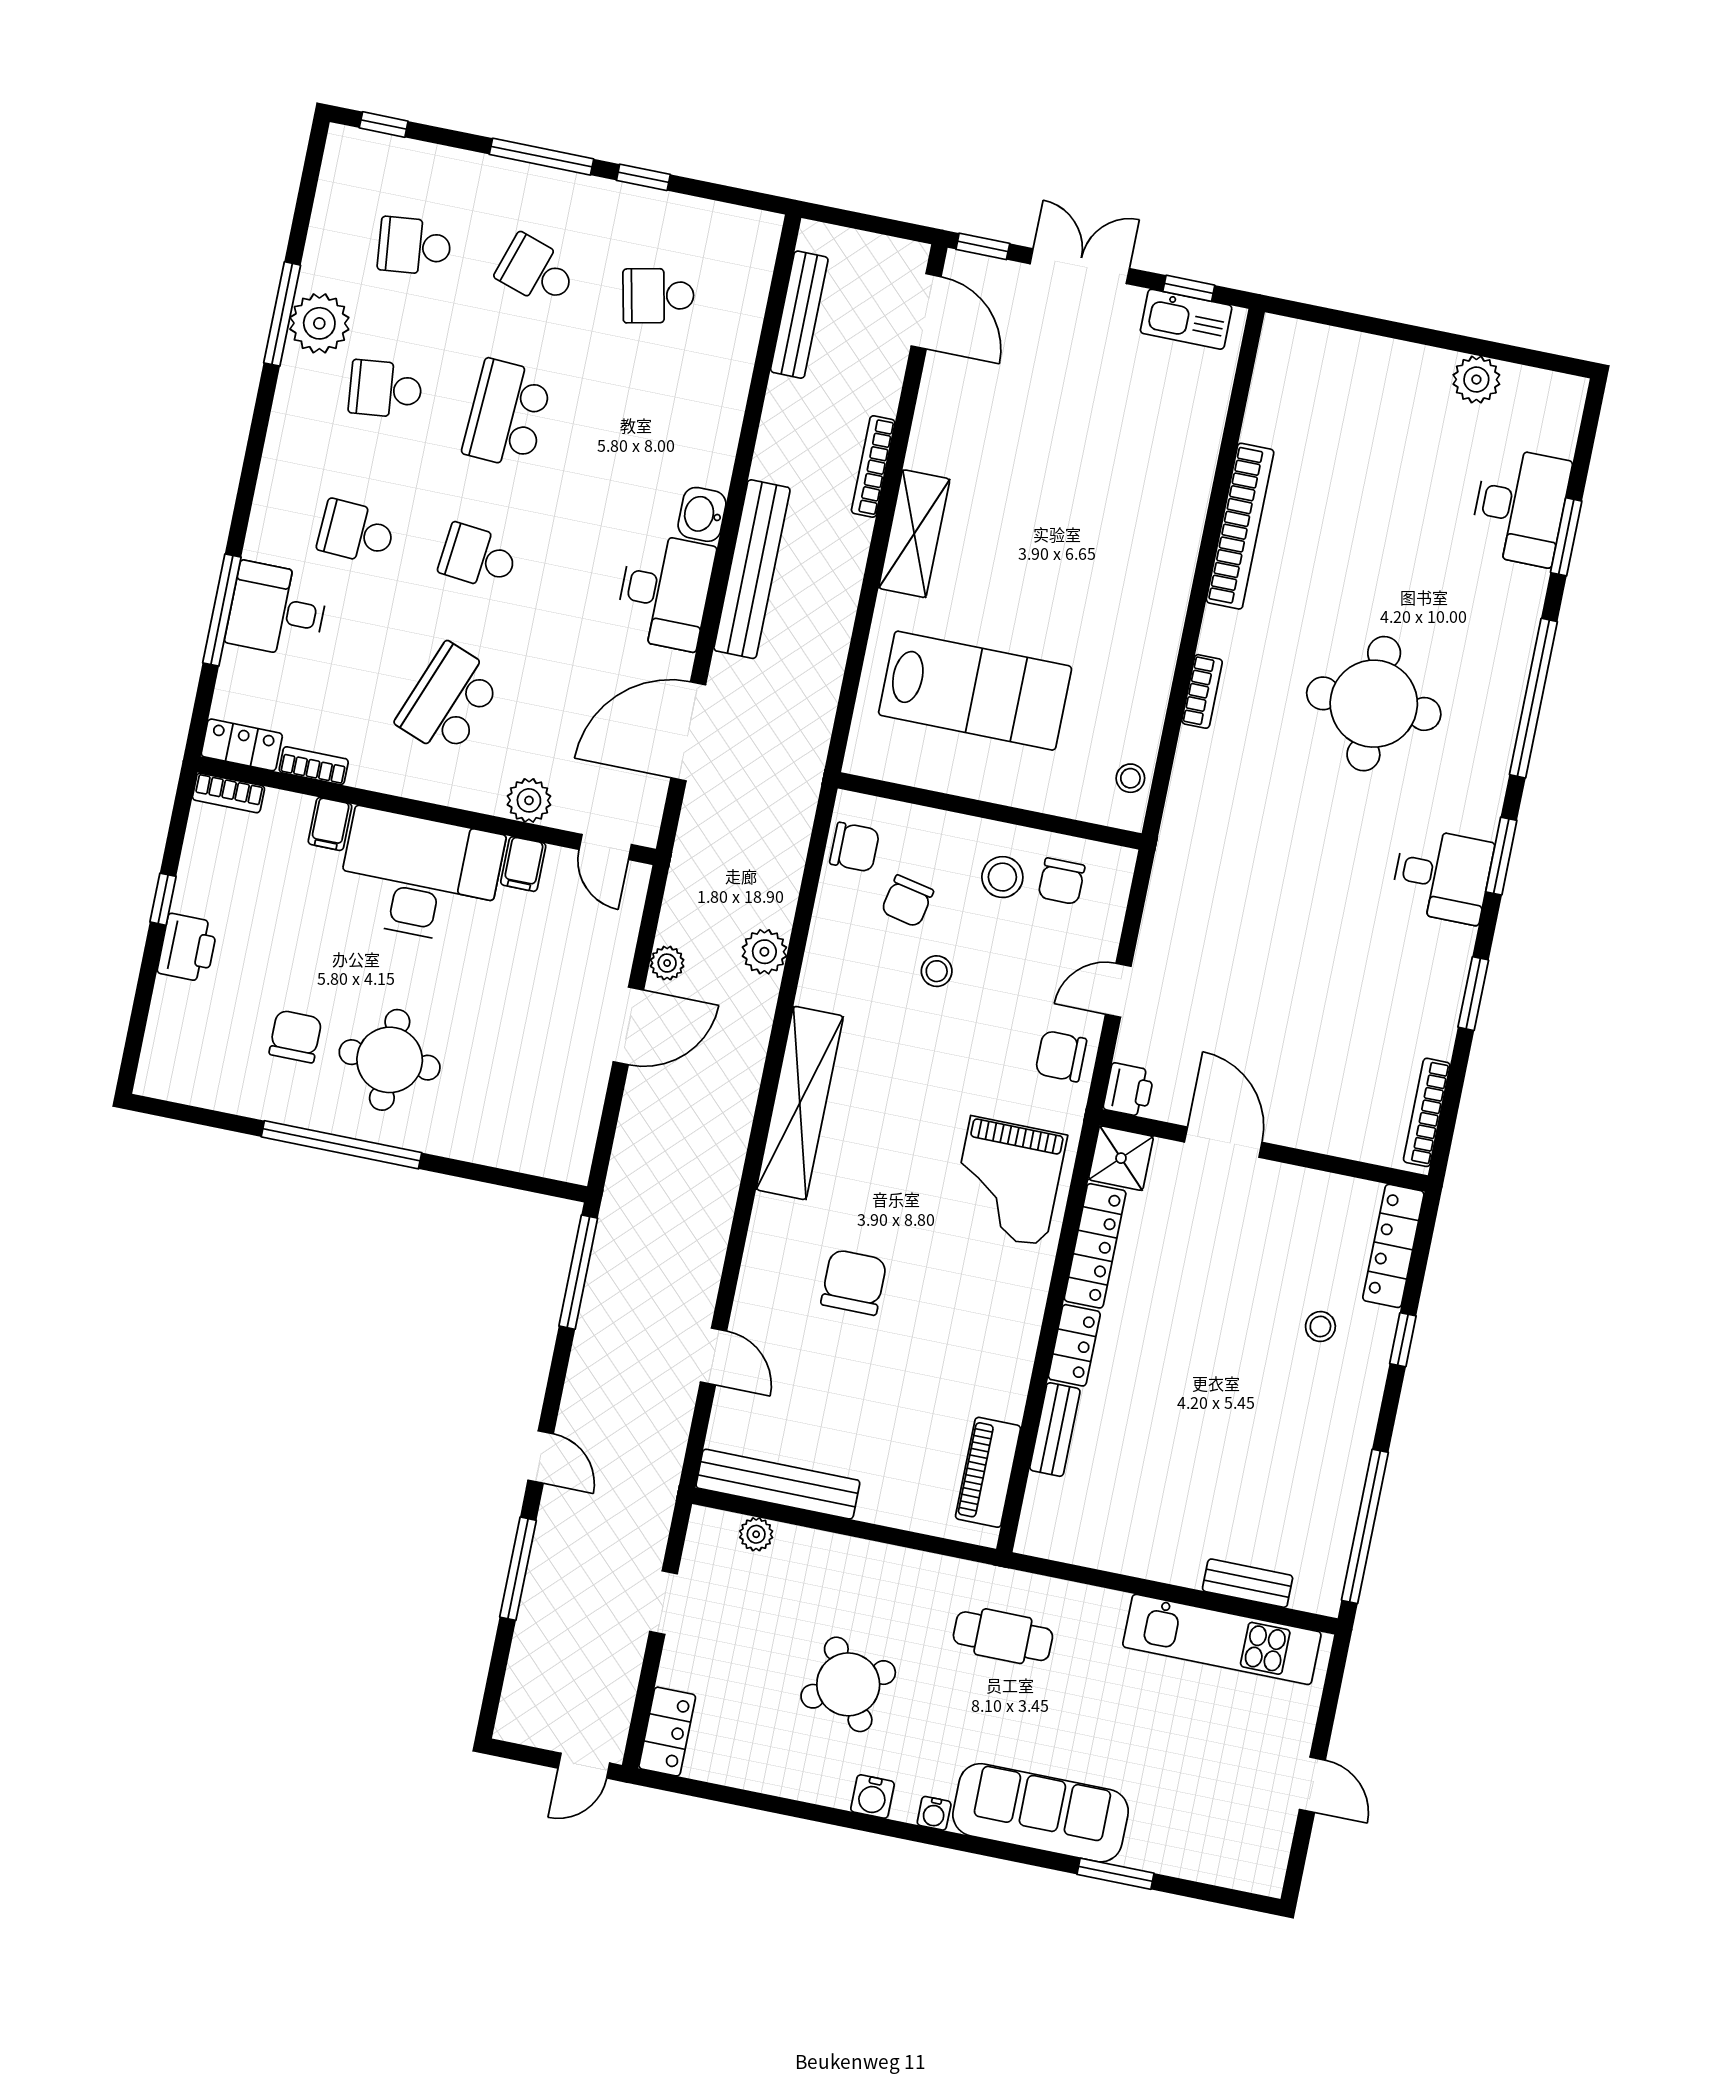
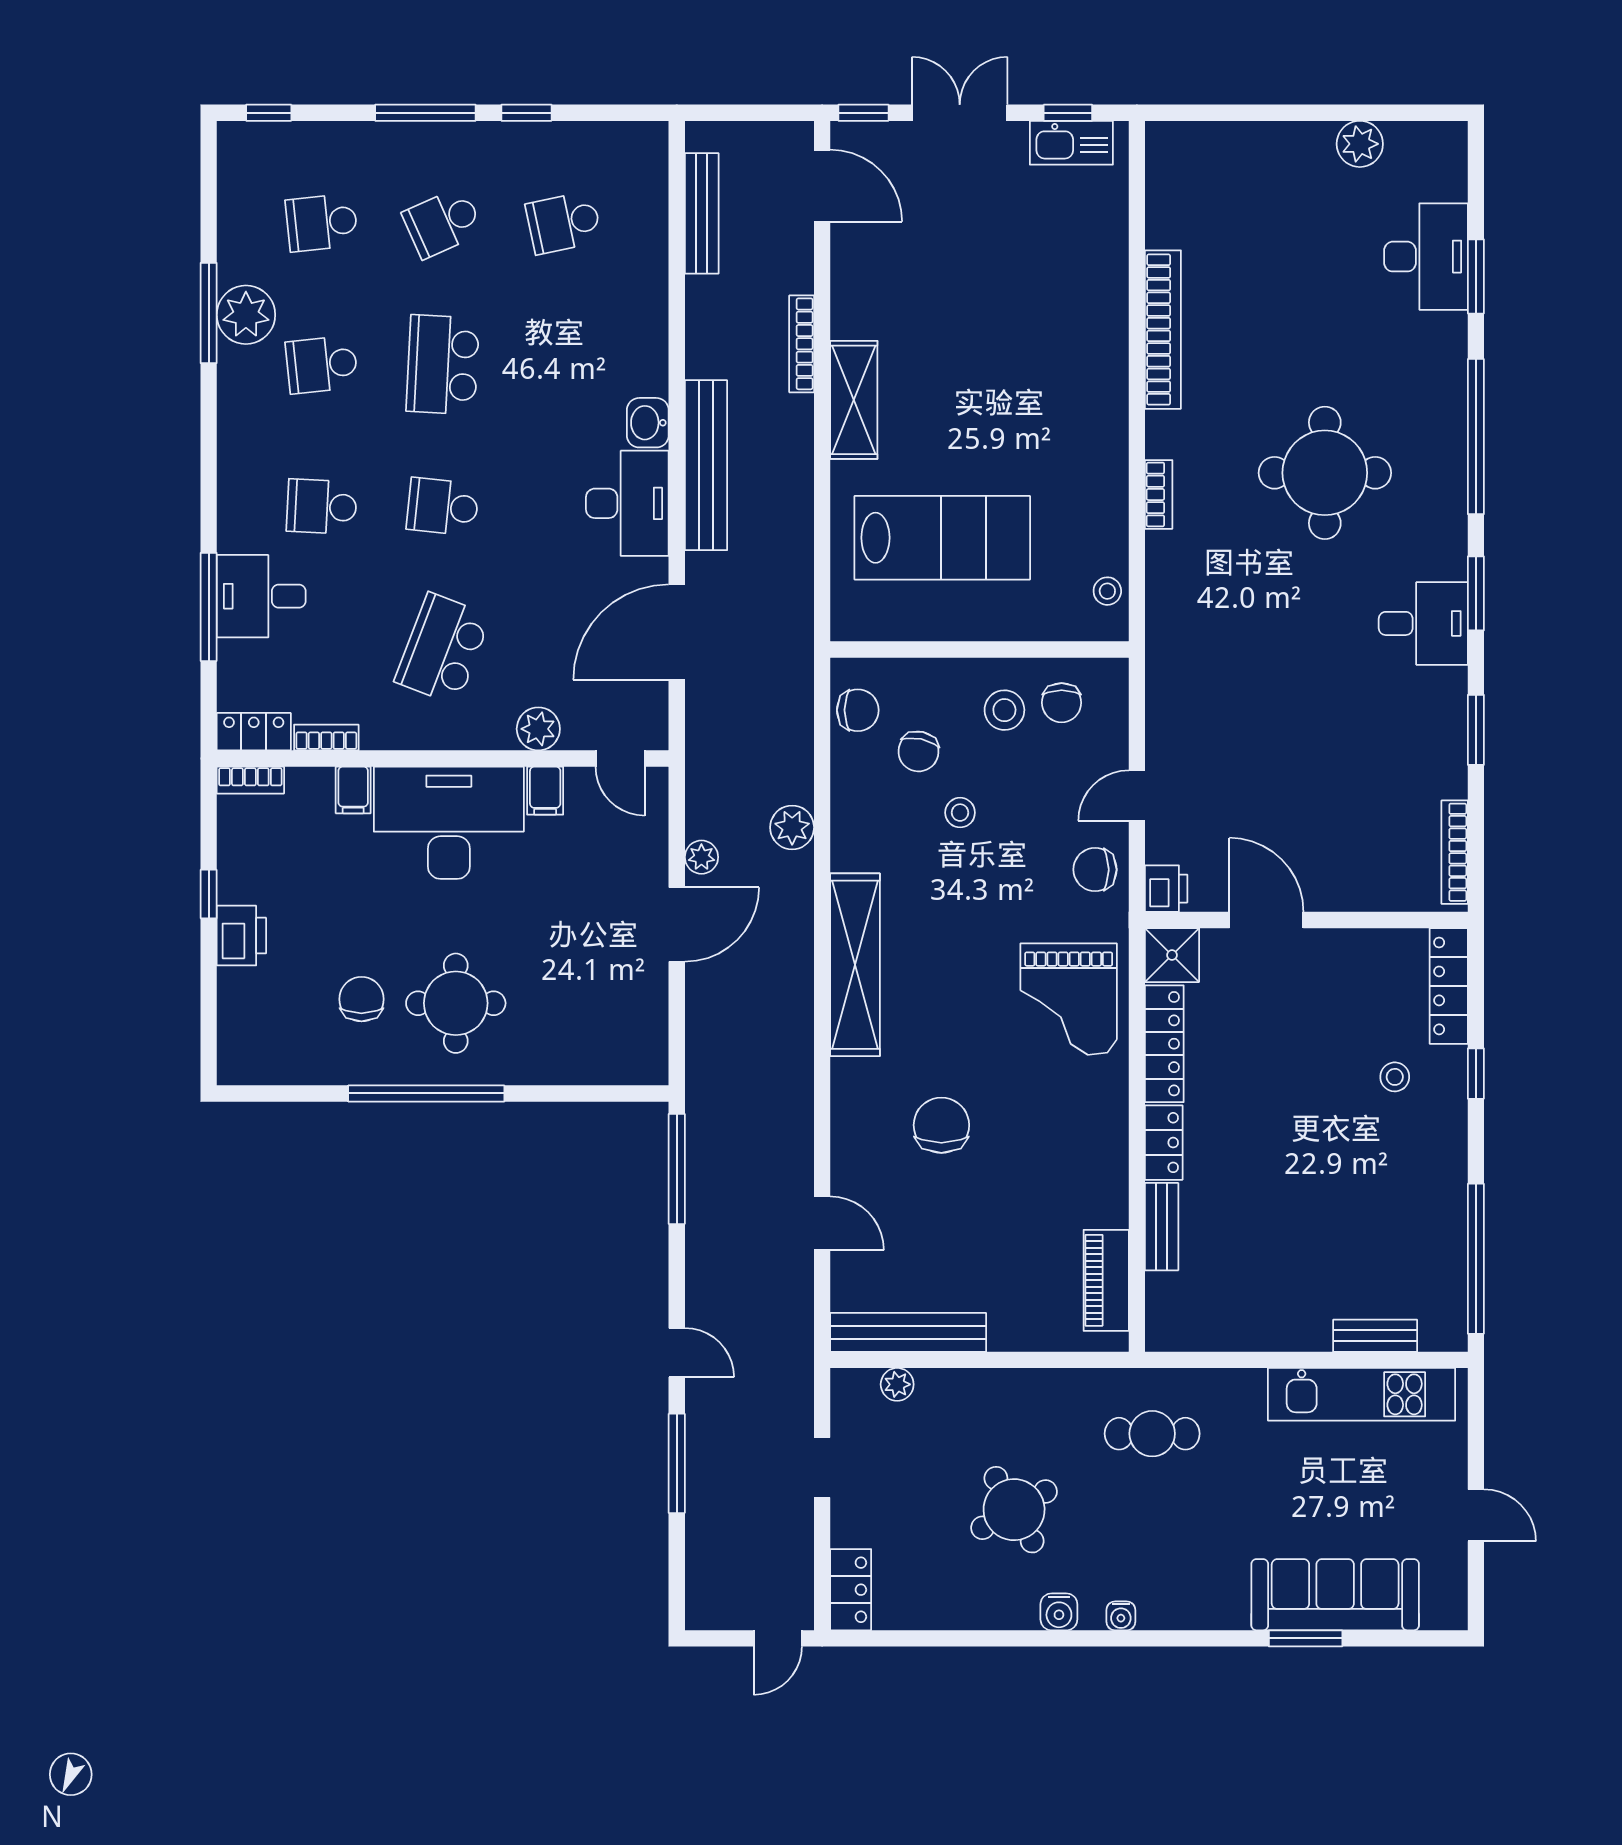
school desk: (536, 271) -> (443, 223), turned -42
sofa: (1041, 1813) -> (1335, 1595), moved

